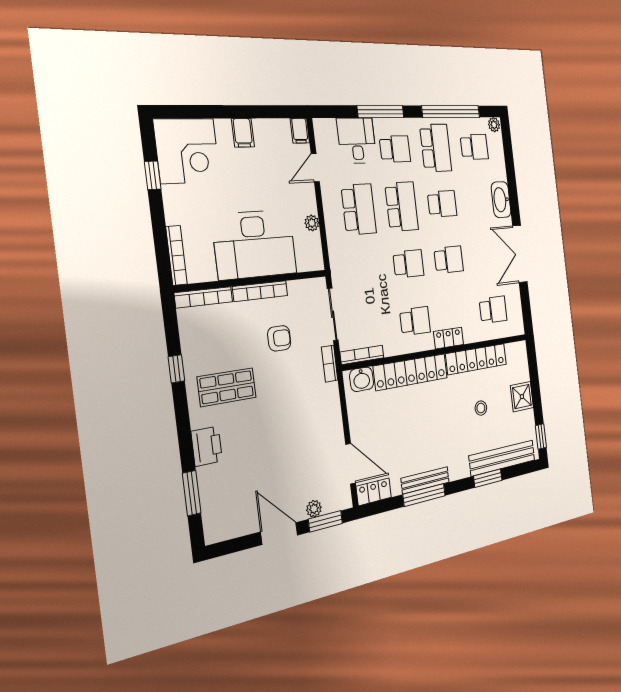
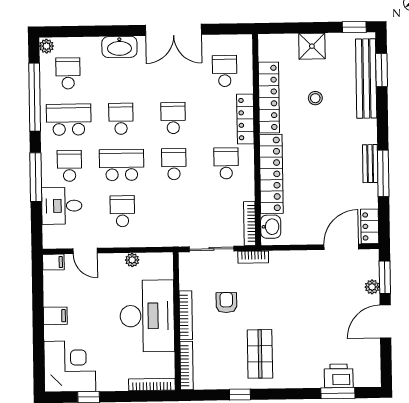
school desk: (359, 209) -> (122, 211), width x0.54
locker: (449, 338) -> (245, 119), width x1.53
printer: (207, 446) -> (339, 376), moved
window: (488, 478) -> (382, 70), moved
bench: (425, 480) -> (370, 164), width x0.73

